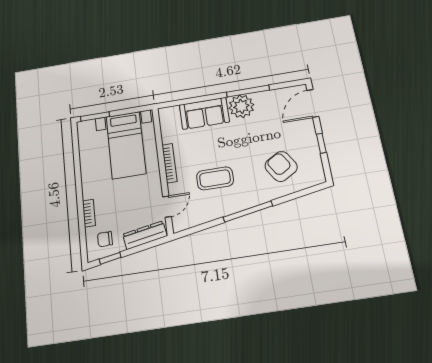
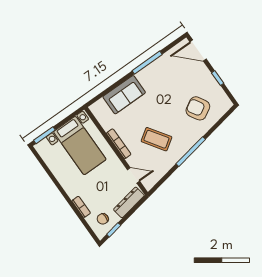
door: (313, 103) -> (198, 50), hinge flipped
plant: (241, 106) -> (148, 77), removed
coffee table: (215, 178) -> (156, 139), turned 56
door: (167, 207) -> (133, 175), hinge flipped

